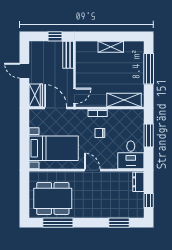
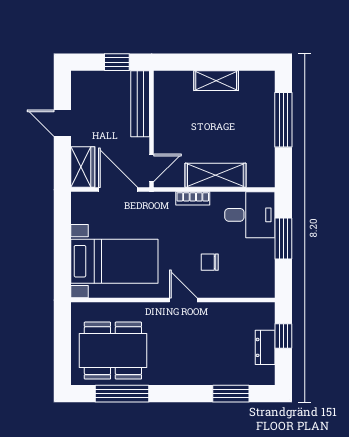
bench: (68, 55) -> (140, 104), width x1.36
shelving: (124, 100) -> (215, 175), moved
chair: (100, 133) -> (210, 262), moved
desk: (131, 155) -> (250, 215), moved, turned -90
dresser: (138, 182) -> (265, 347), moved
window: (149, 201) -> (283, 336), moved

